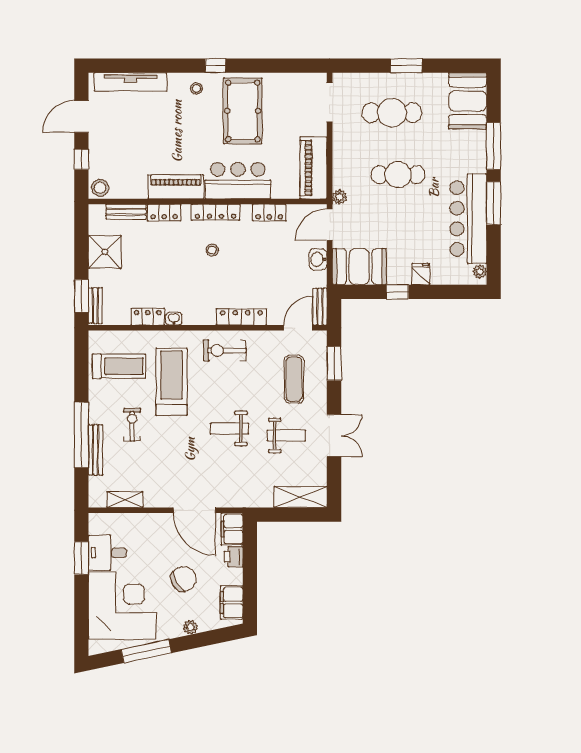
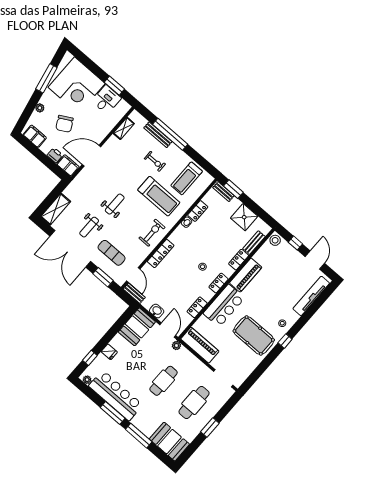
locker: (215, 212) -> (218, 283), width x0.66
window: (397, 292) -> (90, 358), moved
double door: (334, 436) -> (70, 249), width x1.87

